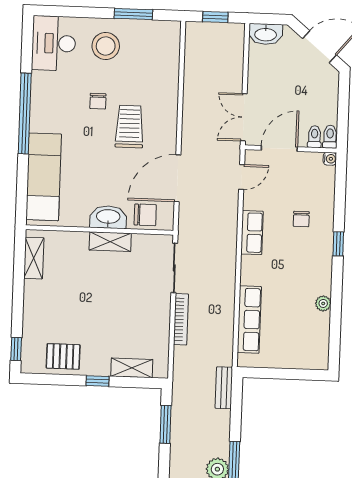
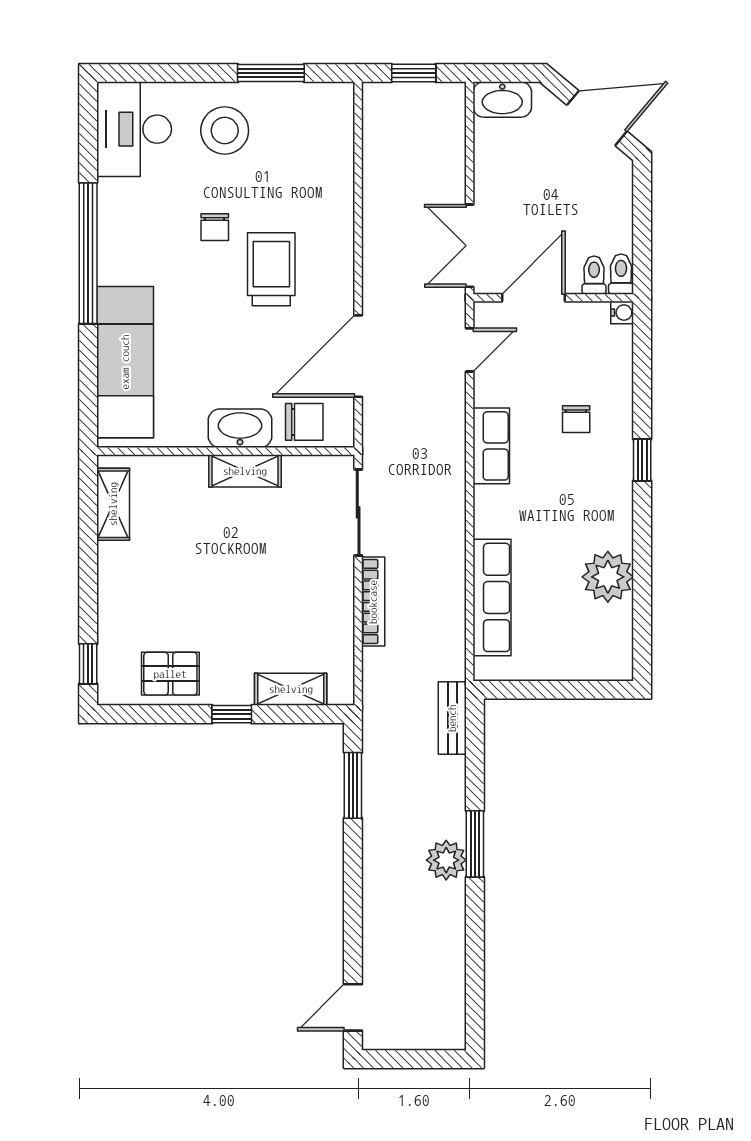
plant: (323, 303) -> (608, 577), width x1.88, depth x1.88

